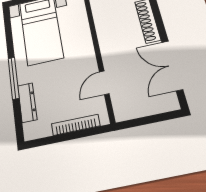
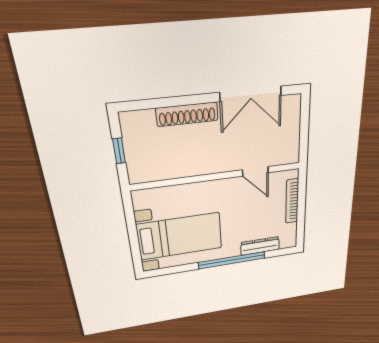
window: (14, 78) -> (232, 260), width x1.46

